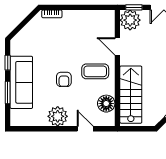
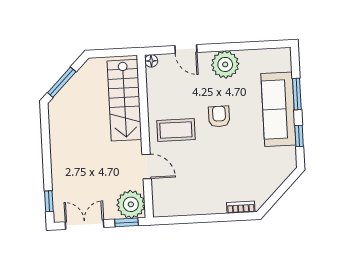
floor lamp: (106, 104) -> (151, 61), moved, width x0.53, depth x0.53

